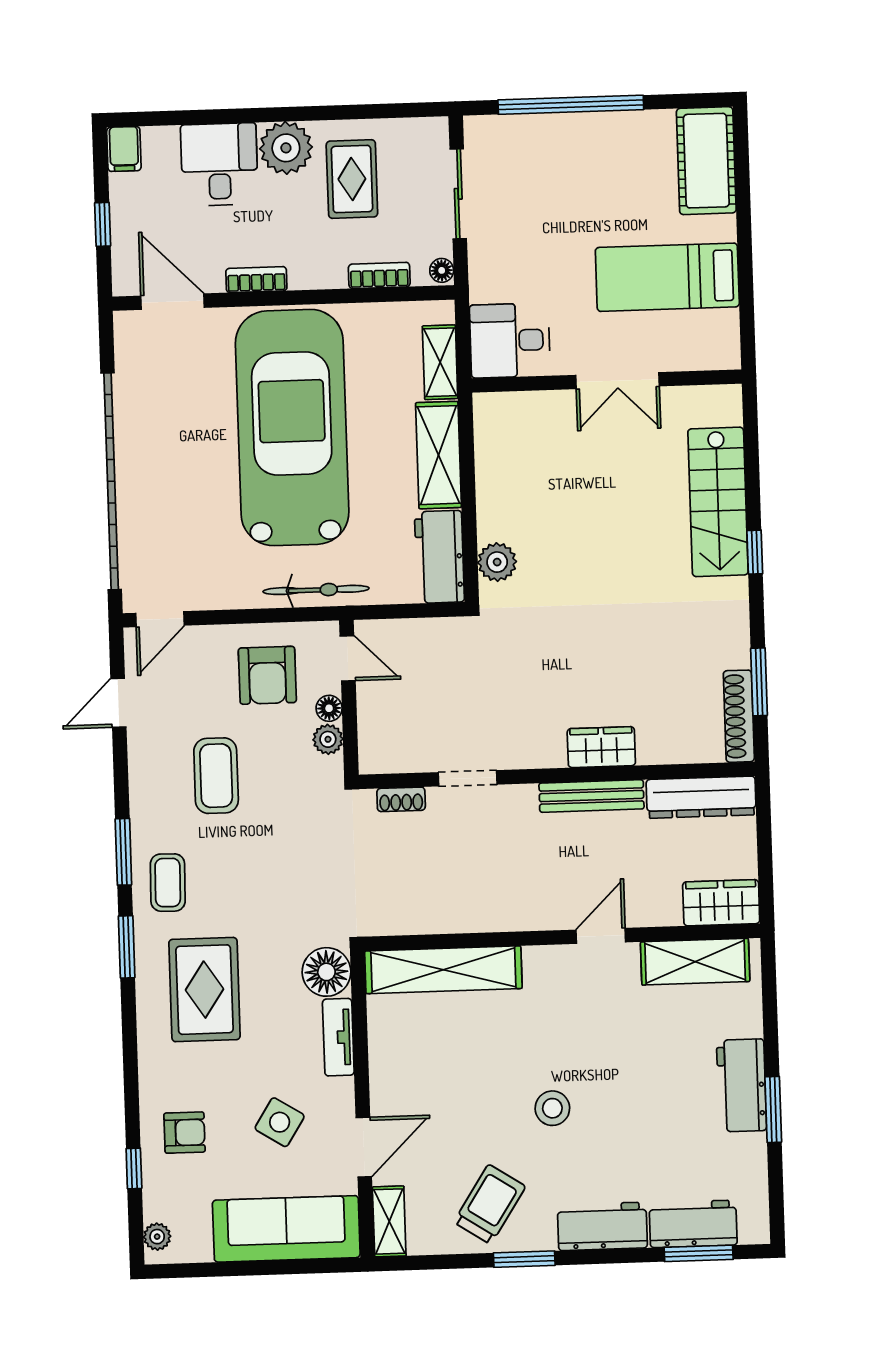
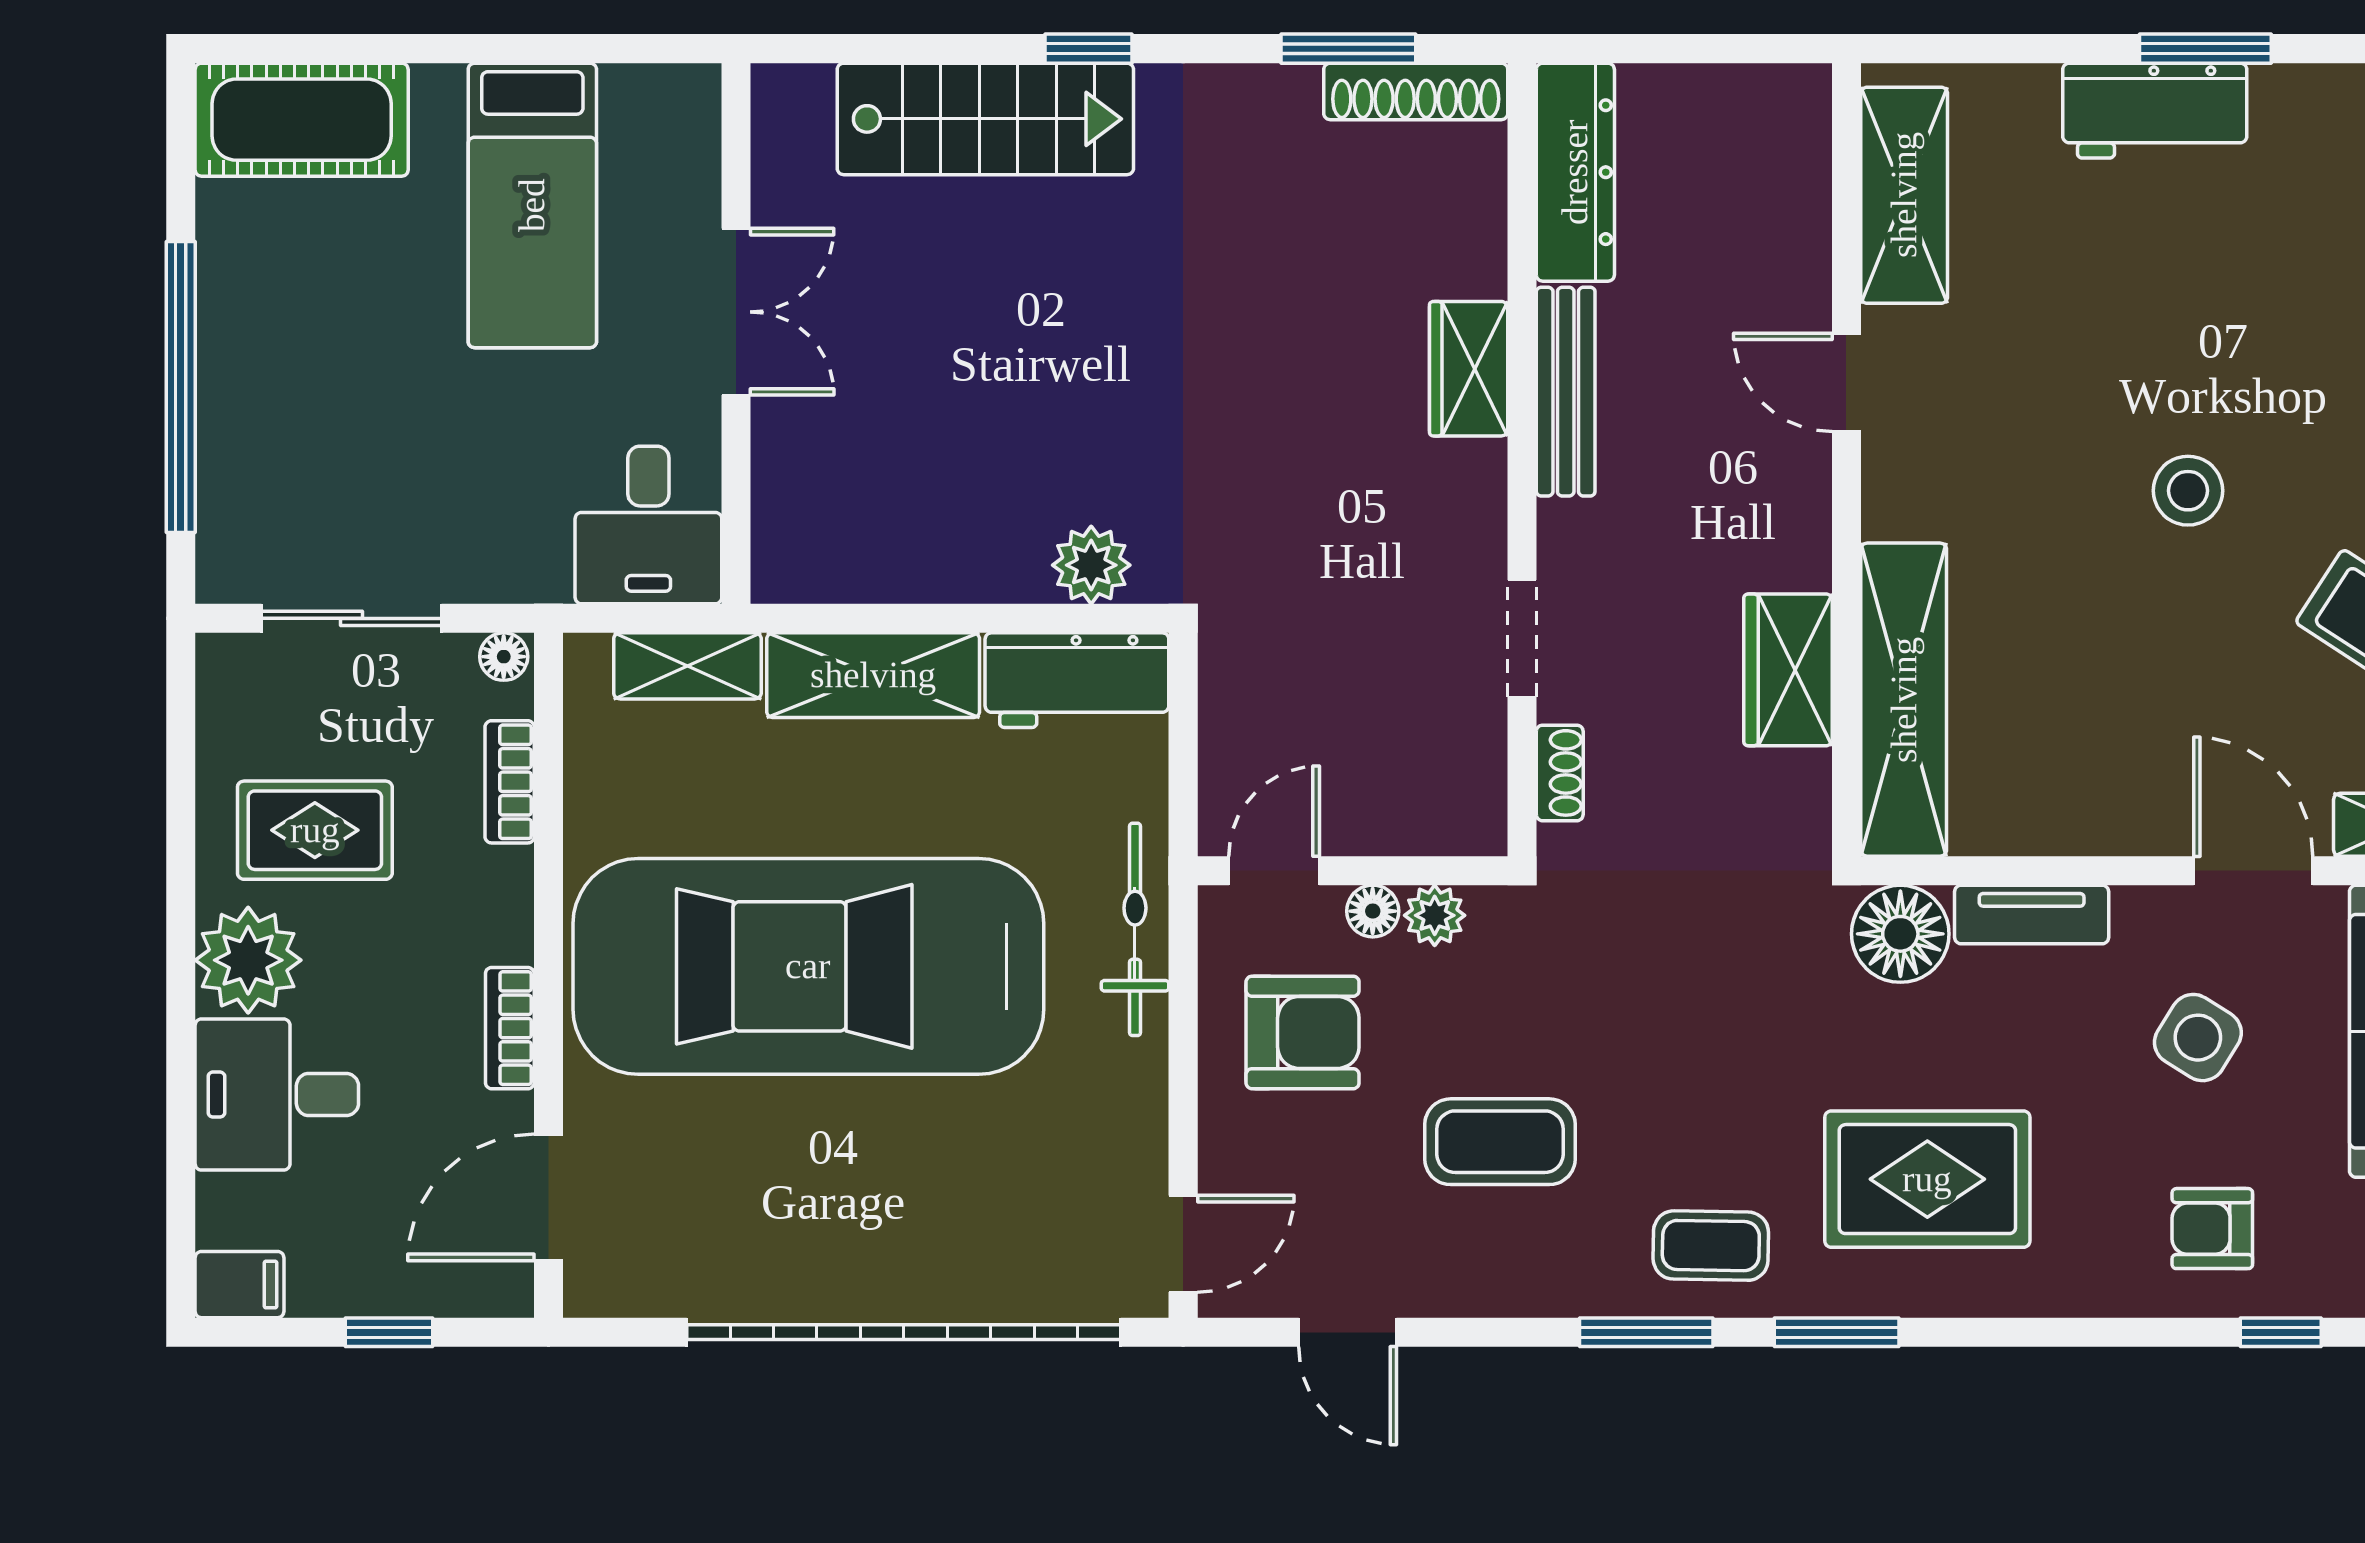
door: (160, 619) -> (1183, 1244), hinge flipped
wardrobe: (721, 903) -> (1788, 670), moved
armchair: (184, 1133) -> (2212, 1229), turned -90

